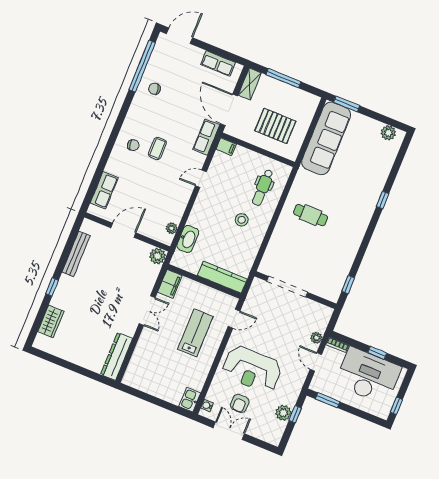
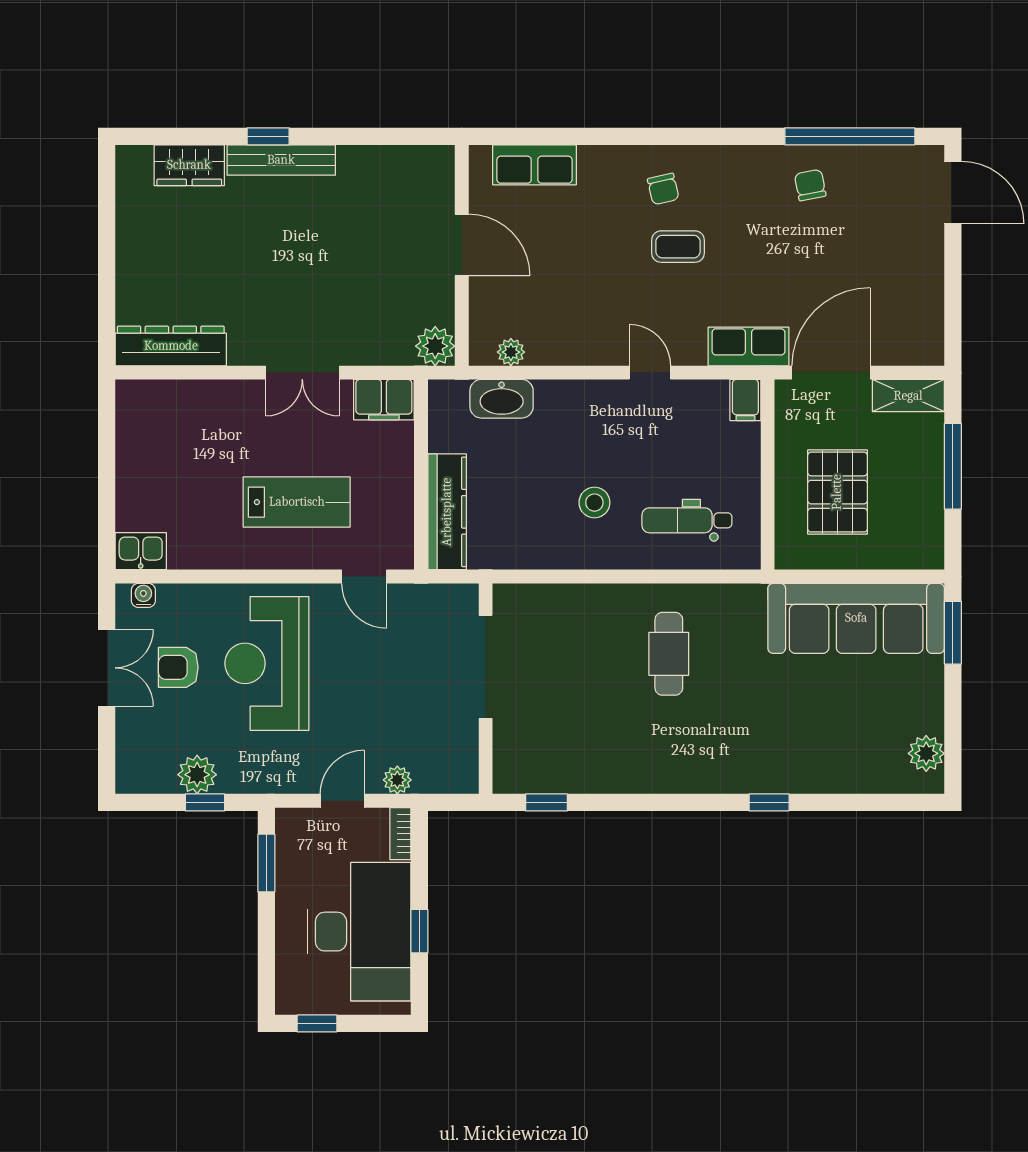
row of seats: (218, 63) -> (926, 305), removed
bench: (76, 254) -> (281, 160), moved

